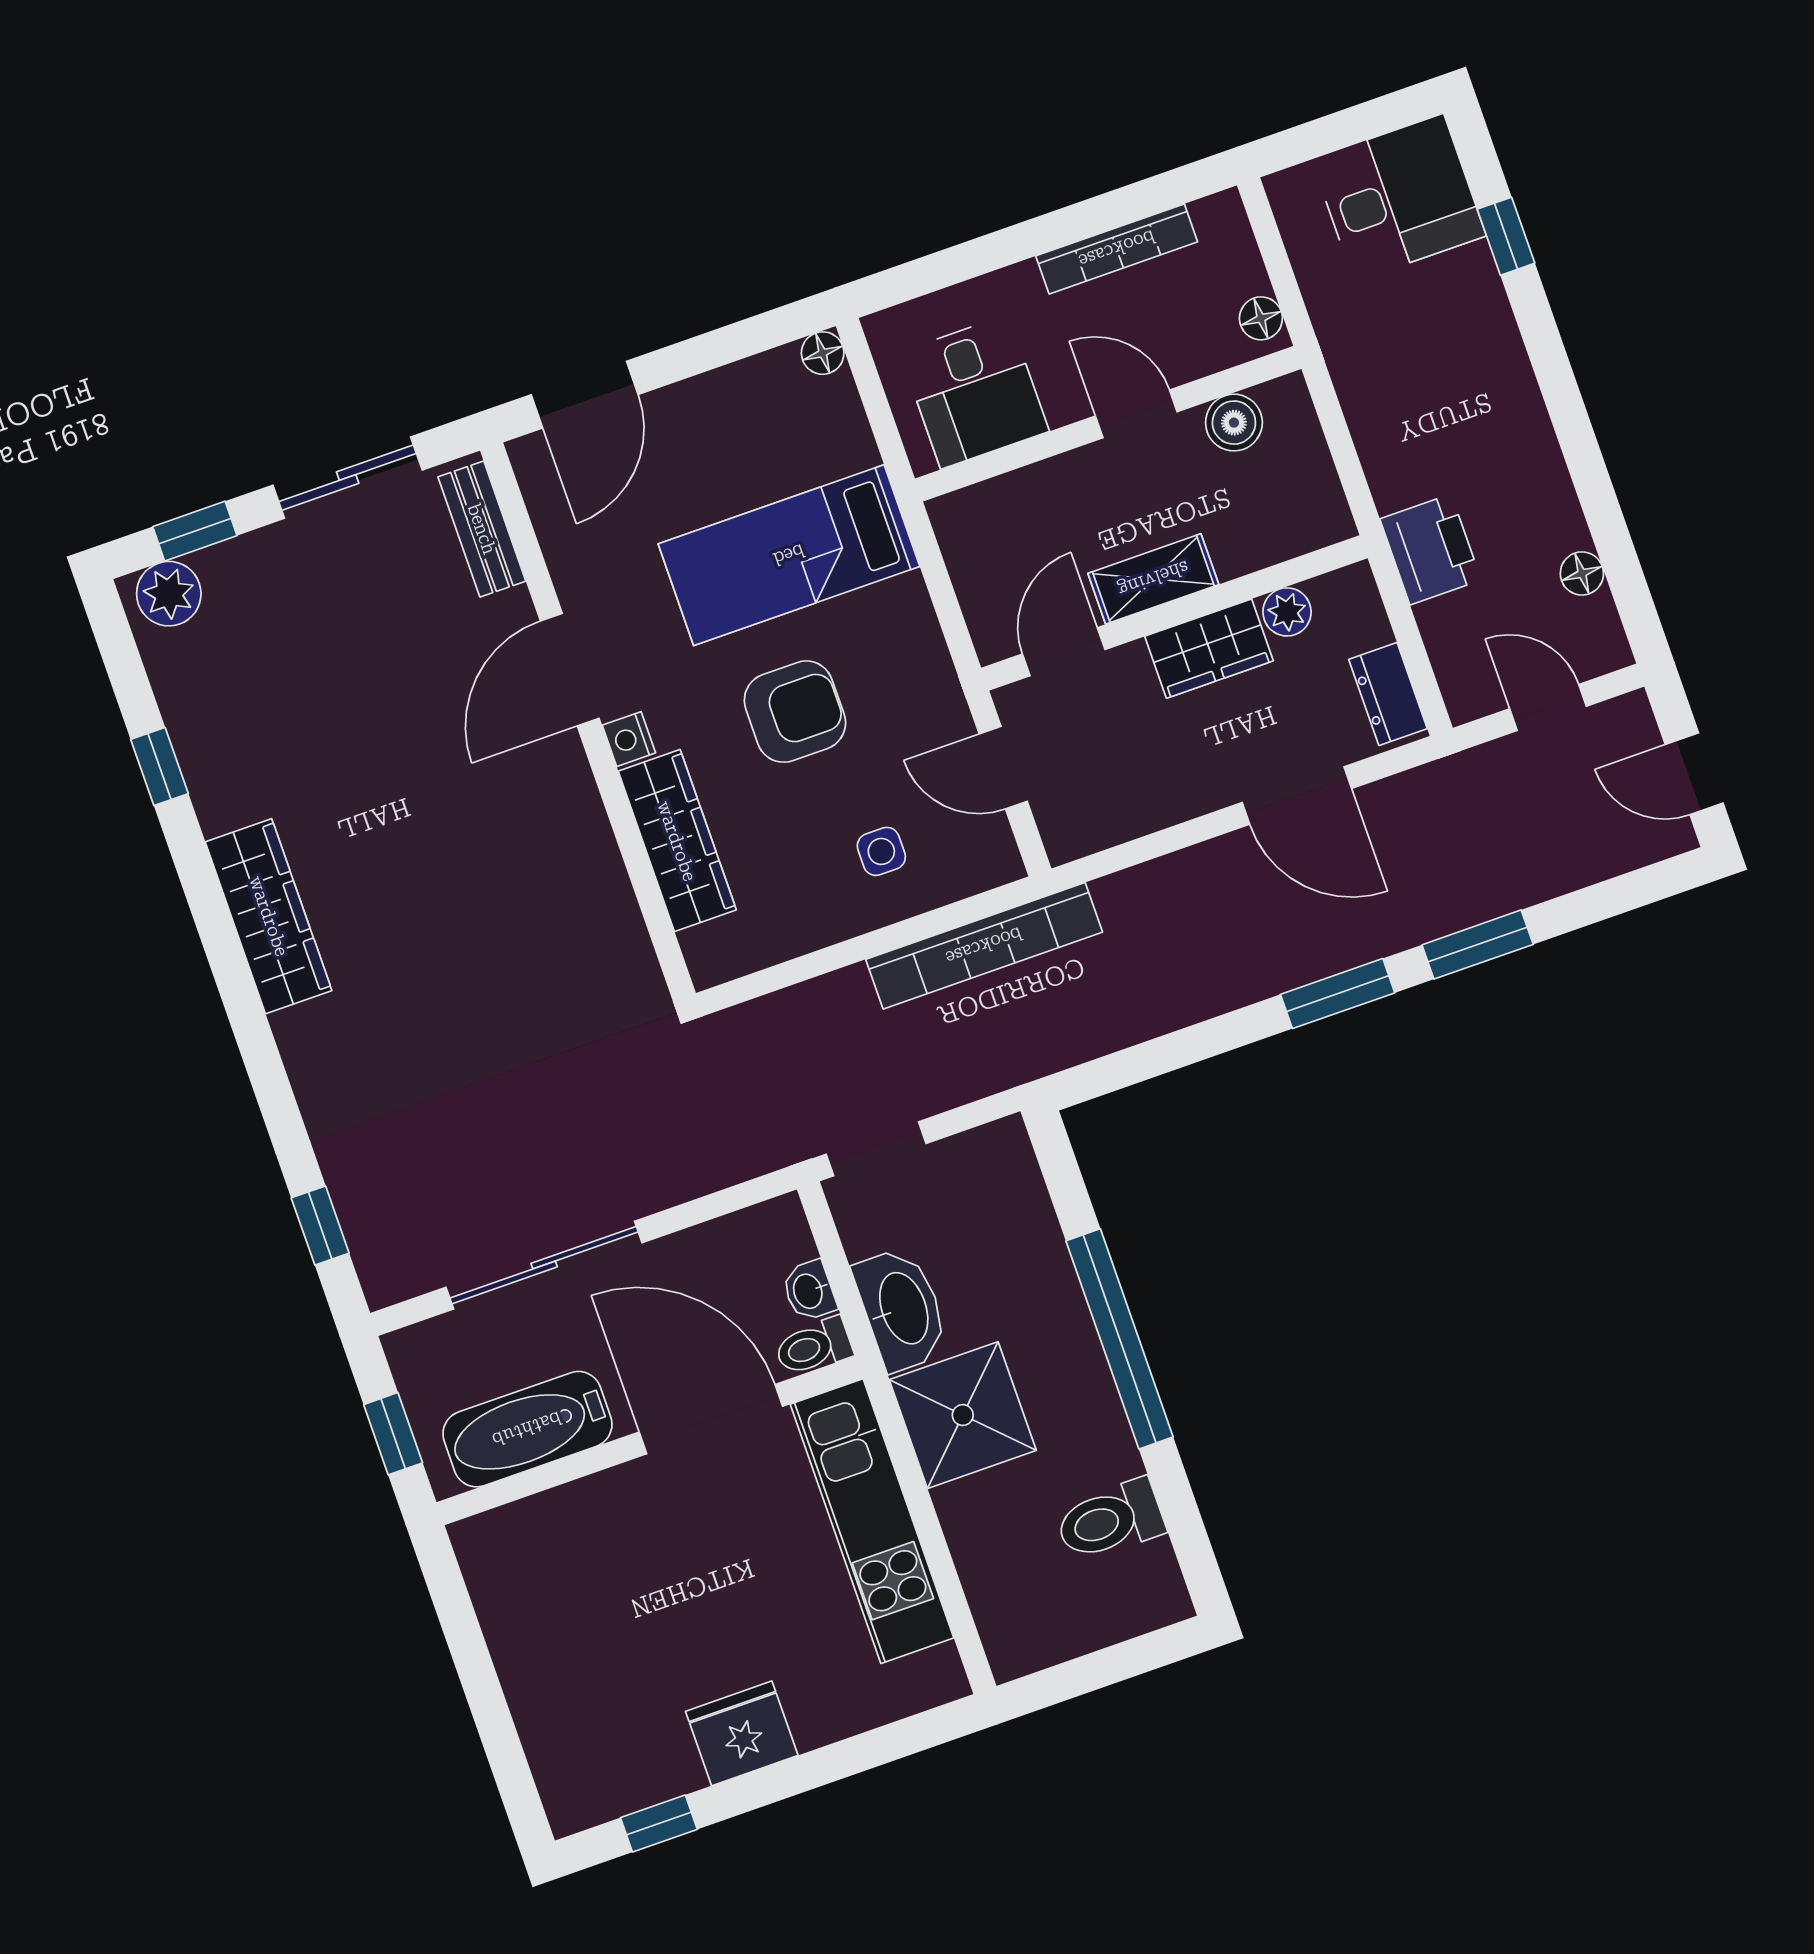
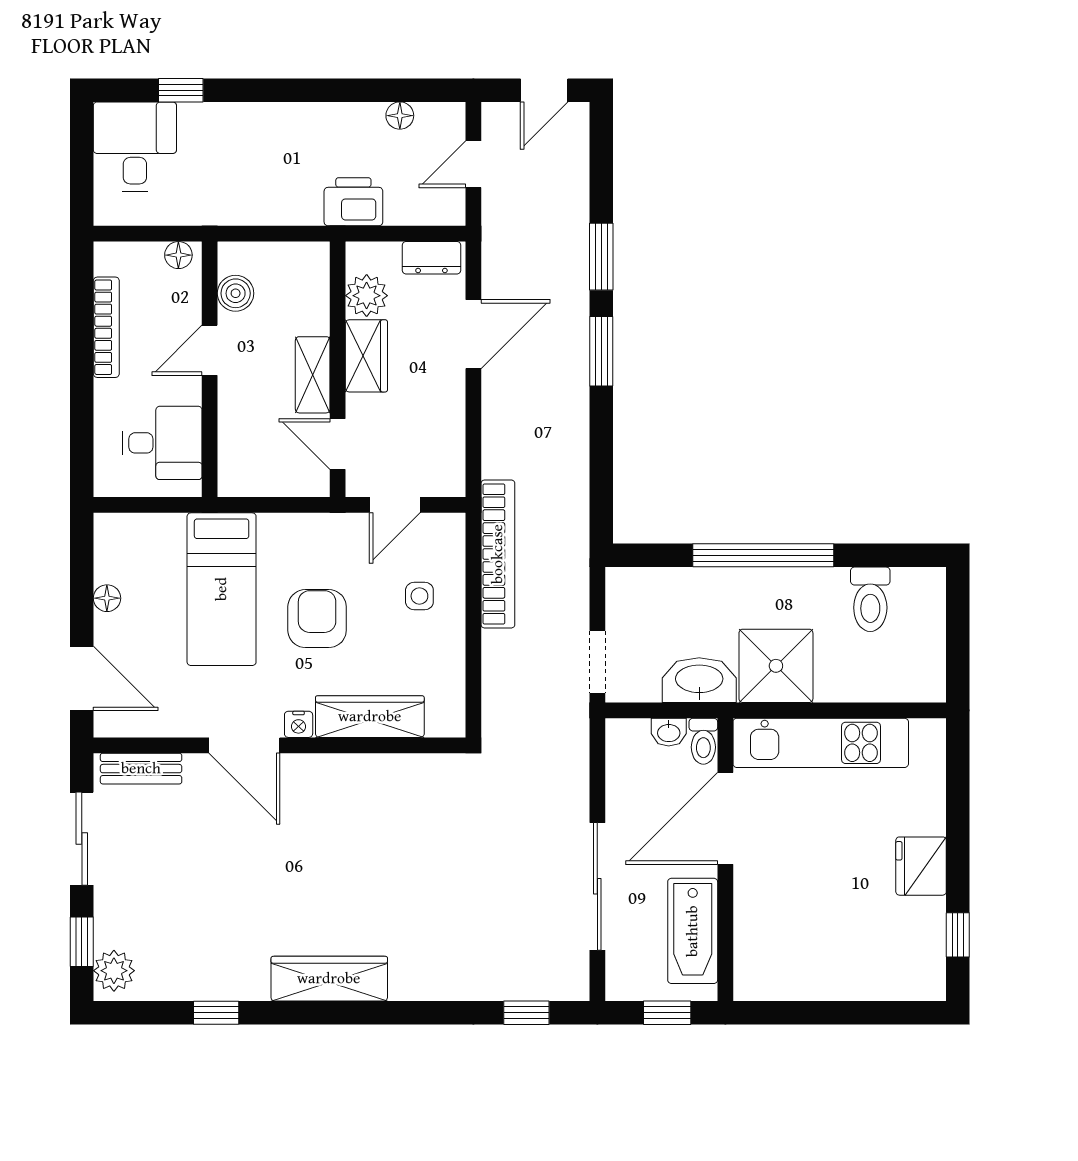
floor lamp: (823, 353) -> (107, 598), moved
plant: (1287, 612) -> (367, 296), width x1.38, depth x1.38

